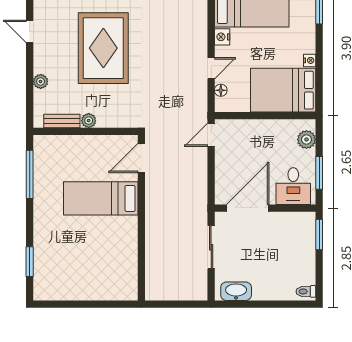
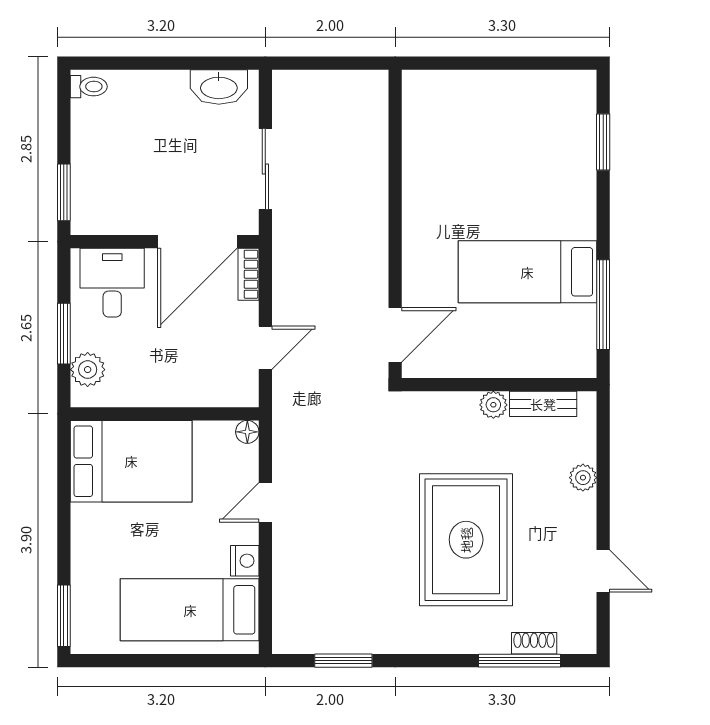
nightstand: (310, 60) -> (82, 517), removed
floor lamp: (221, 90) -> (247, 432), moved
door: (211, 135) -> (265, 348), moved
window: (319, 173) -> (64, 334), moved
bookcase: (220, 191) -> (248, 274), added
bed: (101, 198) -> (527, 272), moved, turned 180

